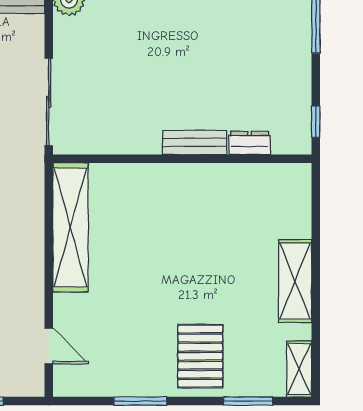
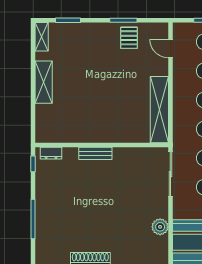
dresser: (250, 143) -> (51, 153), moved
pallet: (200, 356) -> (129, 38), moved, width x0.67, depth x0.71

